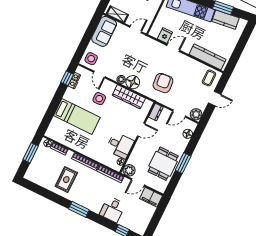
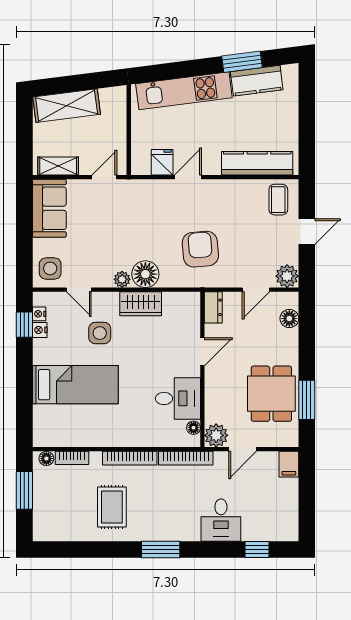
wardrobe: (129, 97) -> (141, 304), width x0.67
window: (183, 163) -> (307, 400), moved
filing cabinet: (151, 197) -> (289, 464), width x0.50

